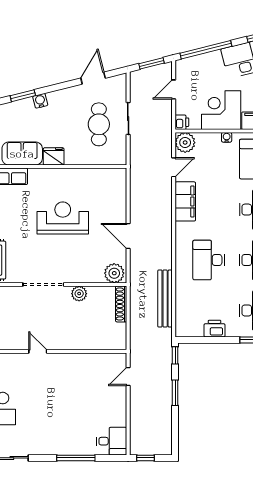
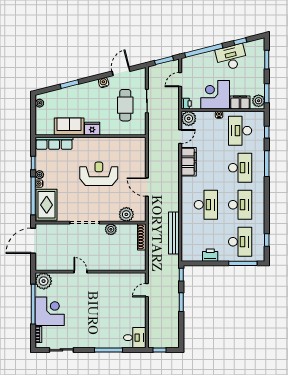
water cooler: (40, 101) -> (104, 83), moved
desk: (209, 260) -> (206, 205), turned 180
plant: (114, 273) -> (126, 214), moved

